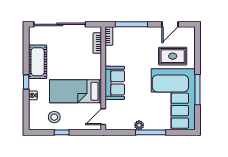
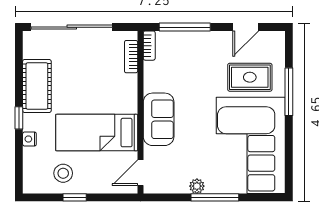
window: (197, 90) -> (289, 92), moved

